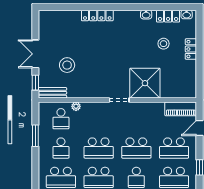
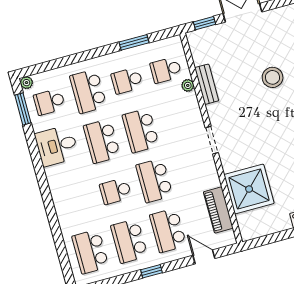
stool: (67, 65) -> (273, 77), moved
shower: (145, 83) -> (249, 189), moved
bench: (52, 93) -> (207, 84), moved
piano: (181, 109) -> (218, 210), moved

